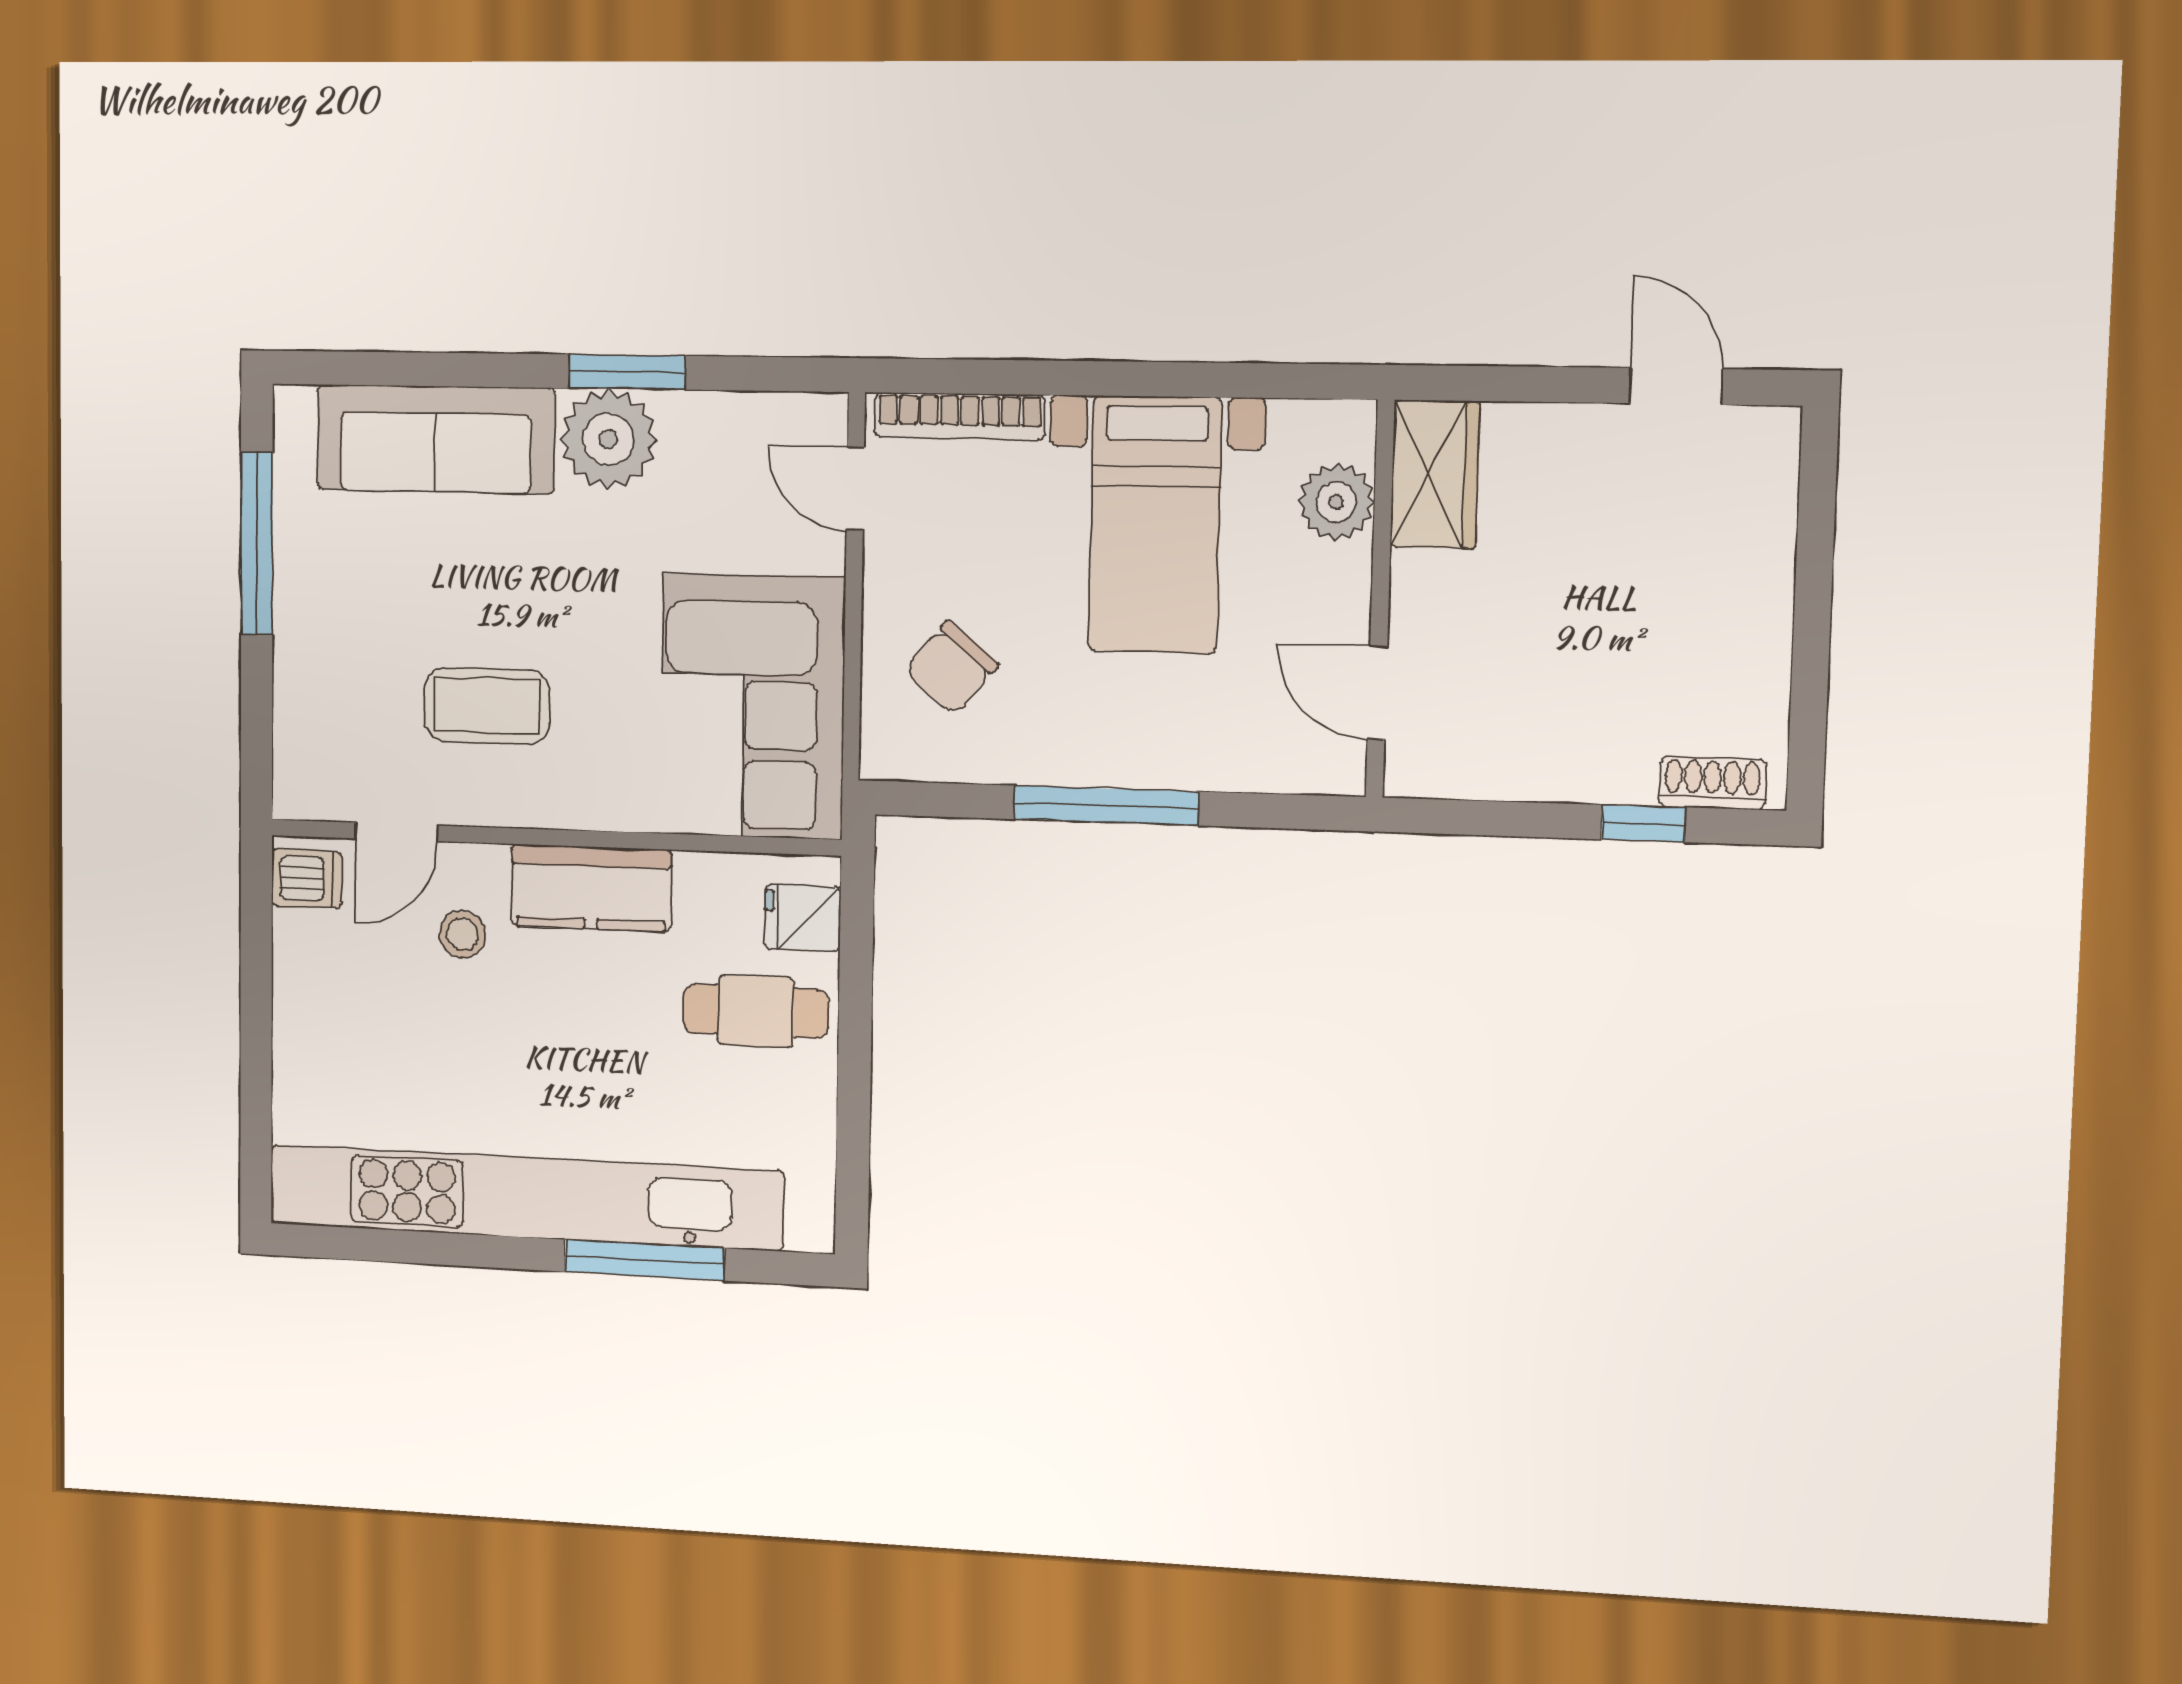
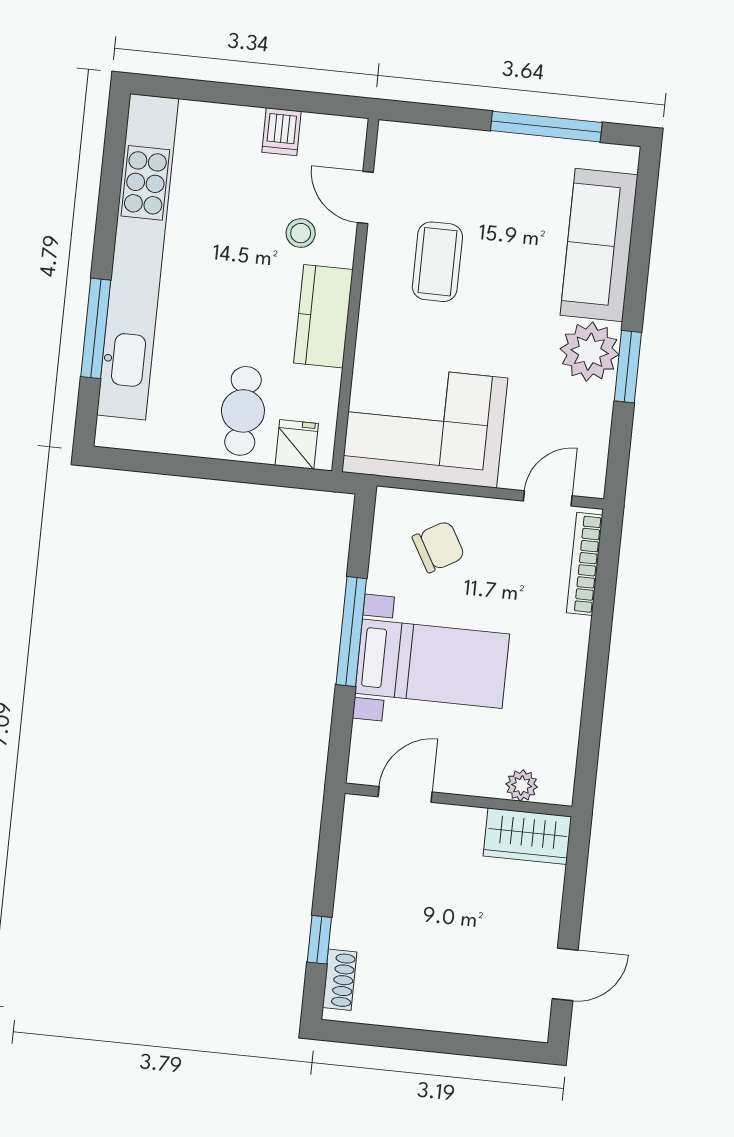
plant: (1336, 502) -> (522, 785), width x0.73, depth x0.73
bed with nightstands: (1155, 525) -> (432, 664), moved, turned 180
chair: (951, 668) -> (439, 547), turned 110
dishwasher: (307, 879) -> (281, 132), moved

